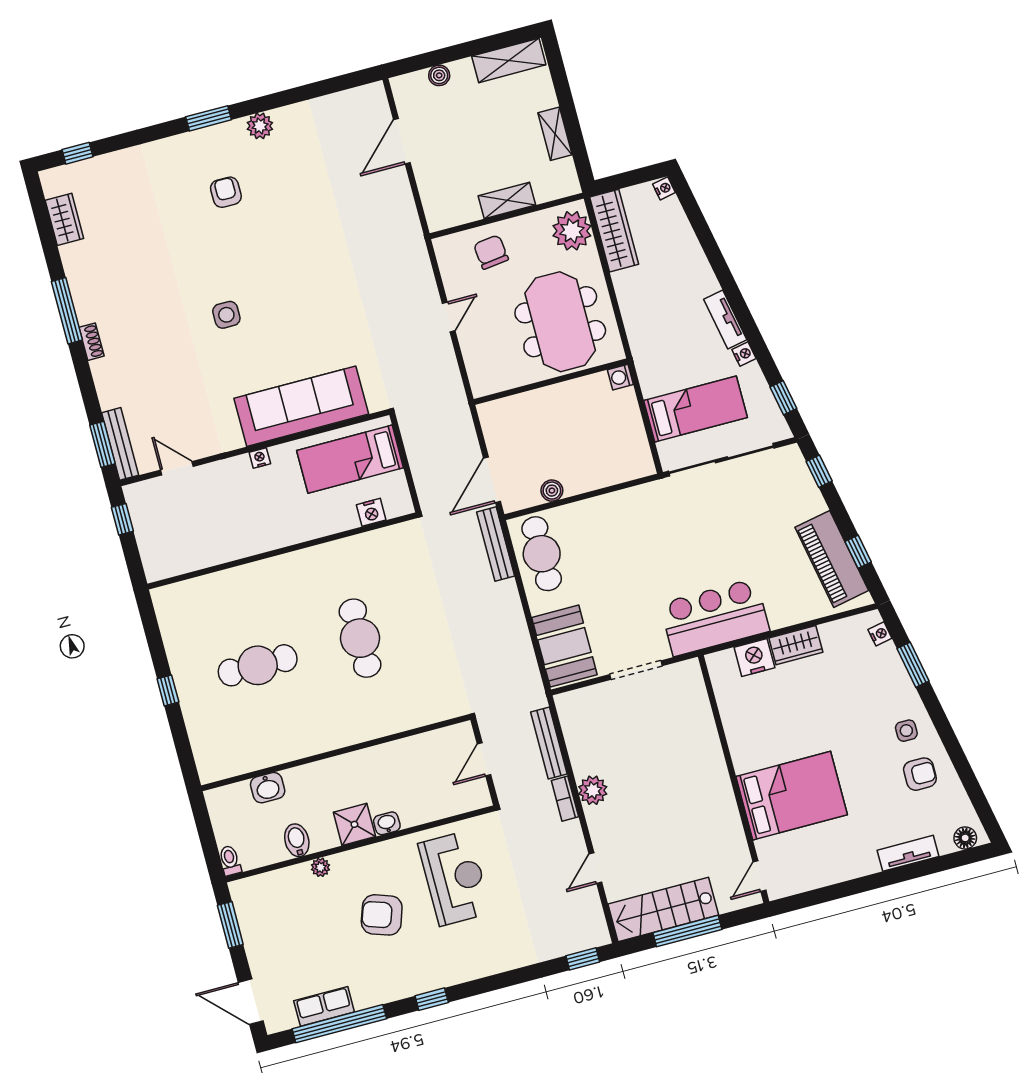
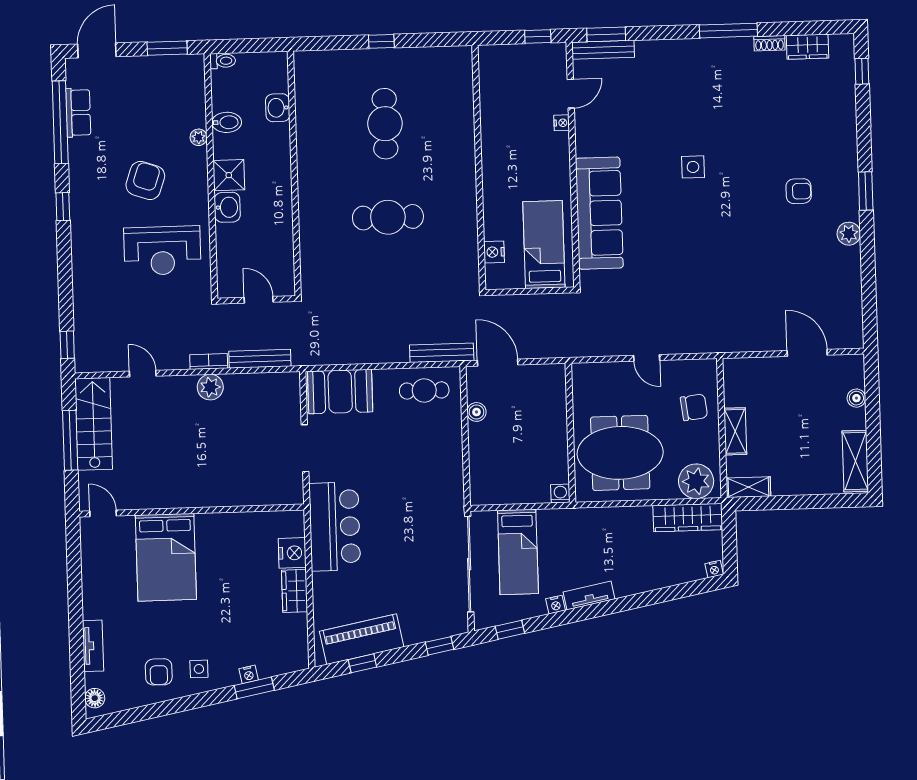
shelving: (555, 134) -> (748, 487), moved
shoe rack: (92, 342) -> (769, 43), moved
nightstand: (260, 458) -> (562, 123), moved
cafe table: (542, 554) -> (424, 390), width x0.73, depth x0.74
nightstand: (880, 634) -> (249, 674), moved
washbasin: (387, 823) -> (227, 207), width x1.38, depth x1.45

